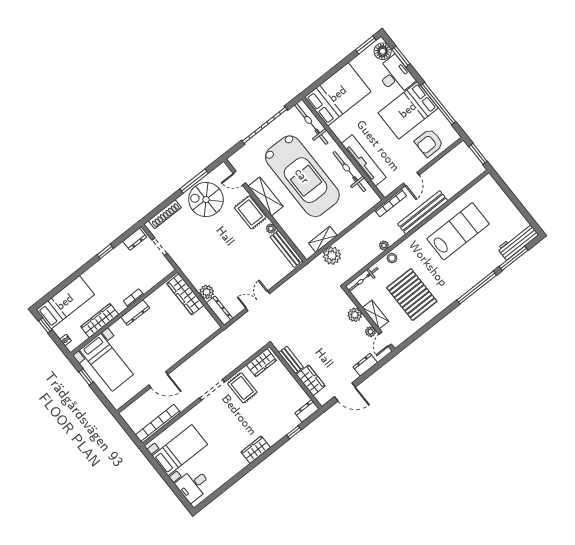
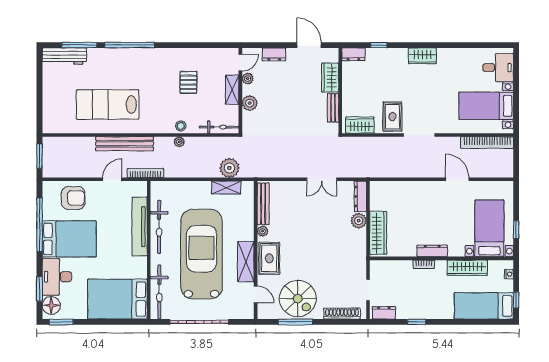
pallet: (412, 294) -> (188, 82), width x0.49, depth x0.50

